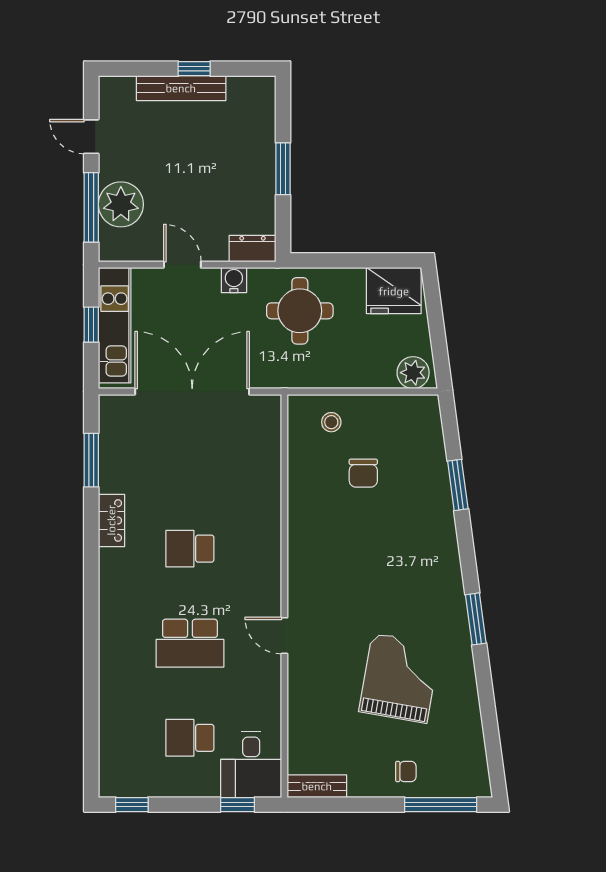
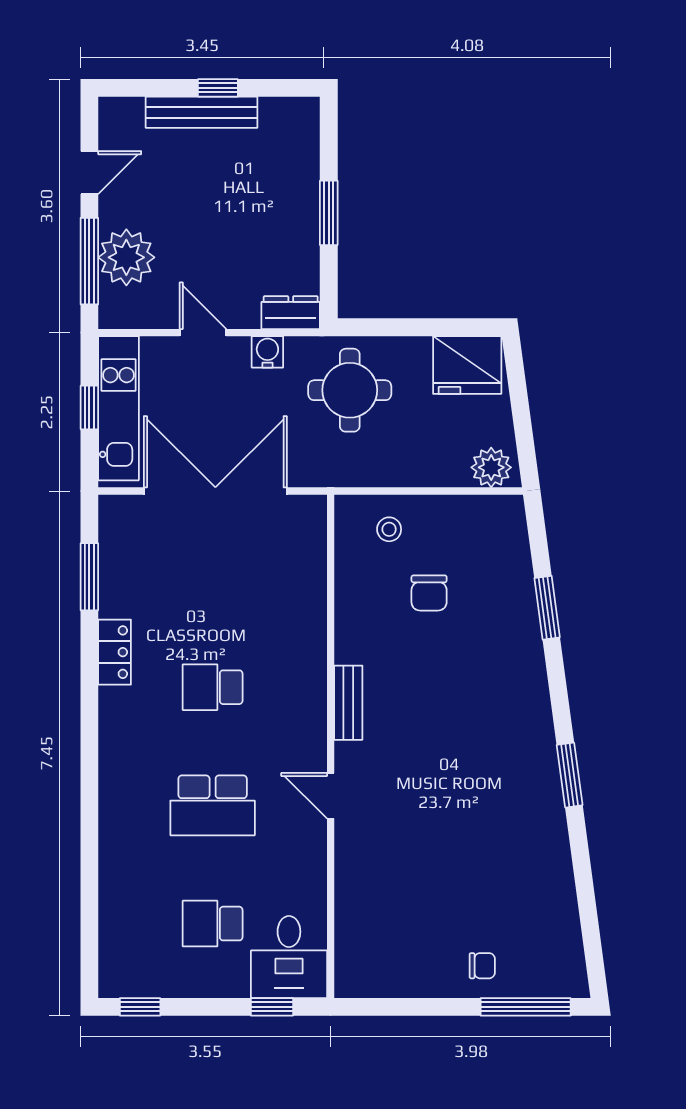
door: (91, 137) -> (89, 173), swing flipped
grand piano: (400, 678) -> (474, 849), removed
bench: (317, 786) -> (348, 703), moved, turned 90

